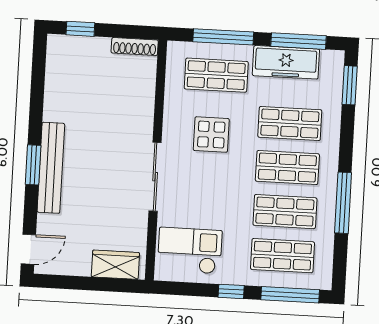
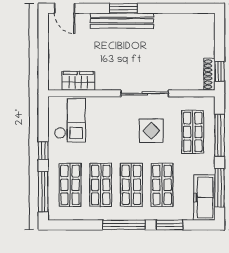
window: (80, 29) -> (220, 71), moved
freezer: (286, 62) -> (204, 197), moved
window: (350, 85) -> (169, 225), moved
sliding door: (155, 177) -> (145, 93), moved
window: (343, 203) -> (124, 225), moved
wardrobe: (115, 265) -> (78, 81), moved, turned -90

